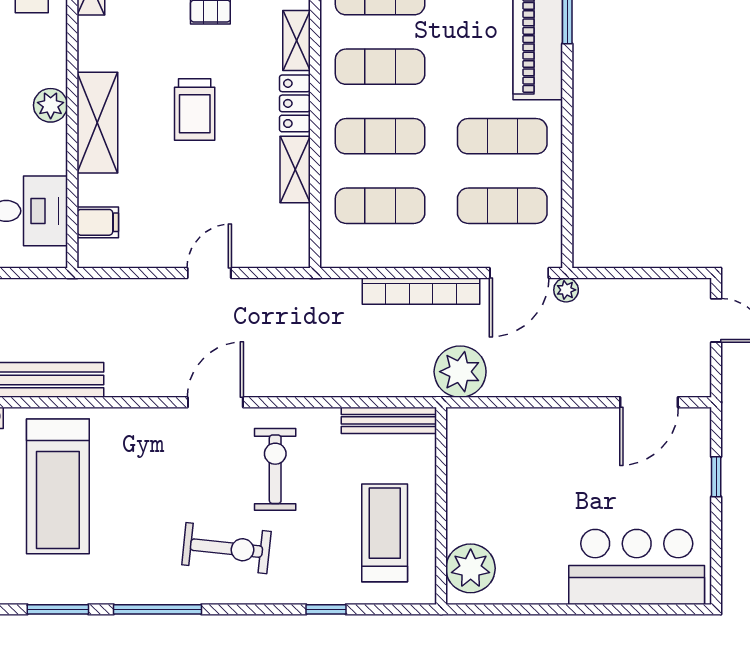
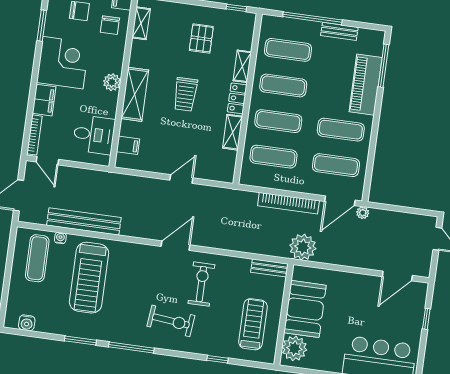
bench: (389, 420) -> (269, 268), width x0.73
booth: (480, 490) -> (305, 309), added

